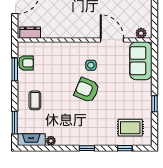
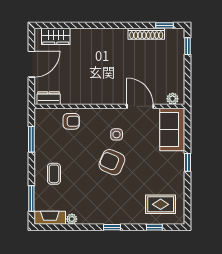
armchair: (26, 63) -> (71, 121), moved
window: (154, 104) -> (188, 162), moved

